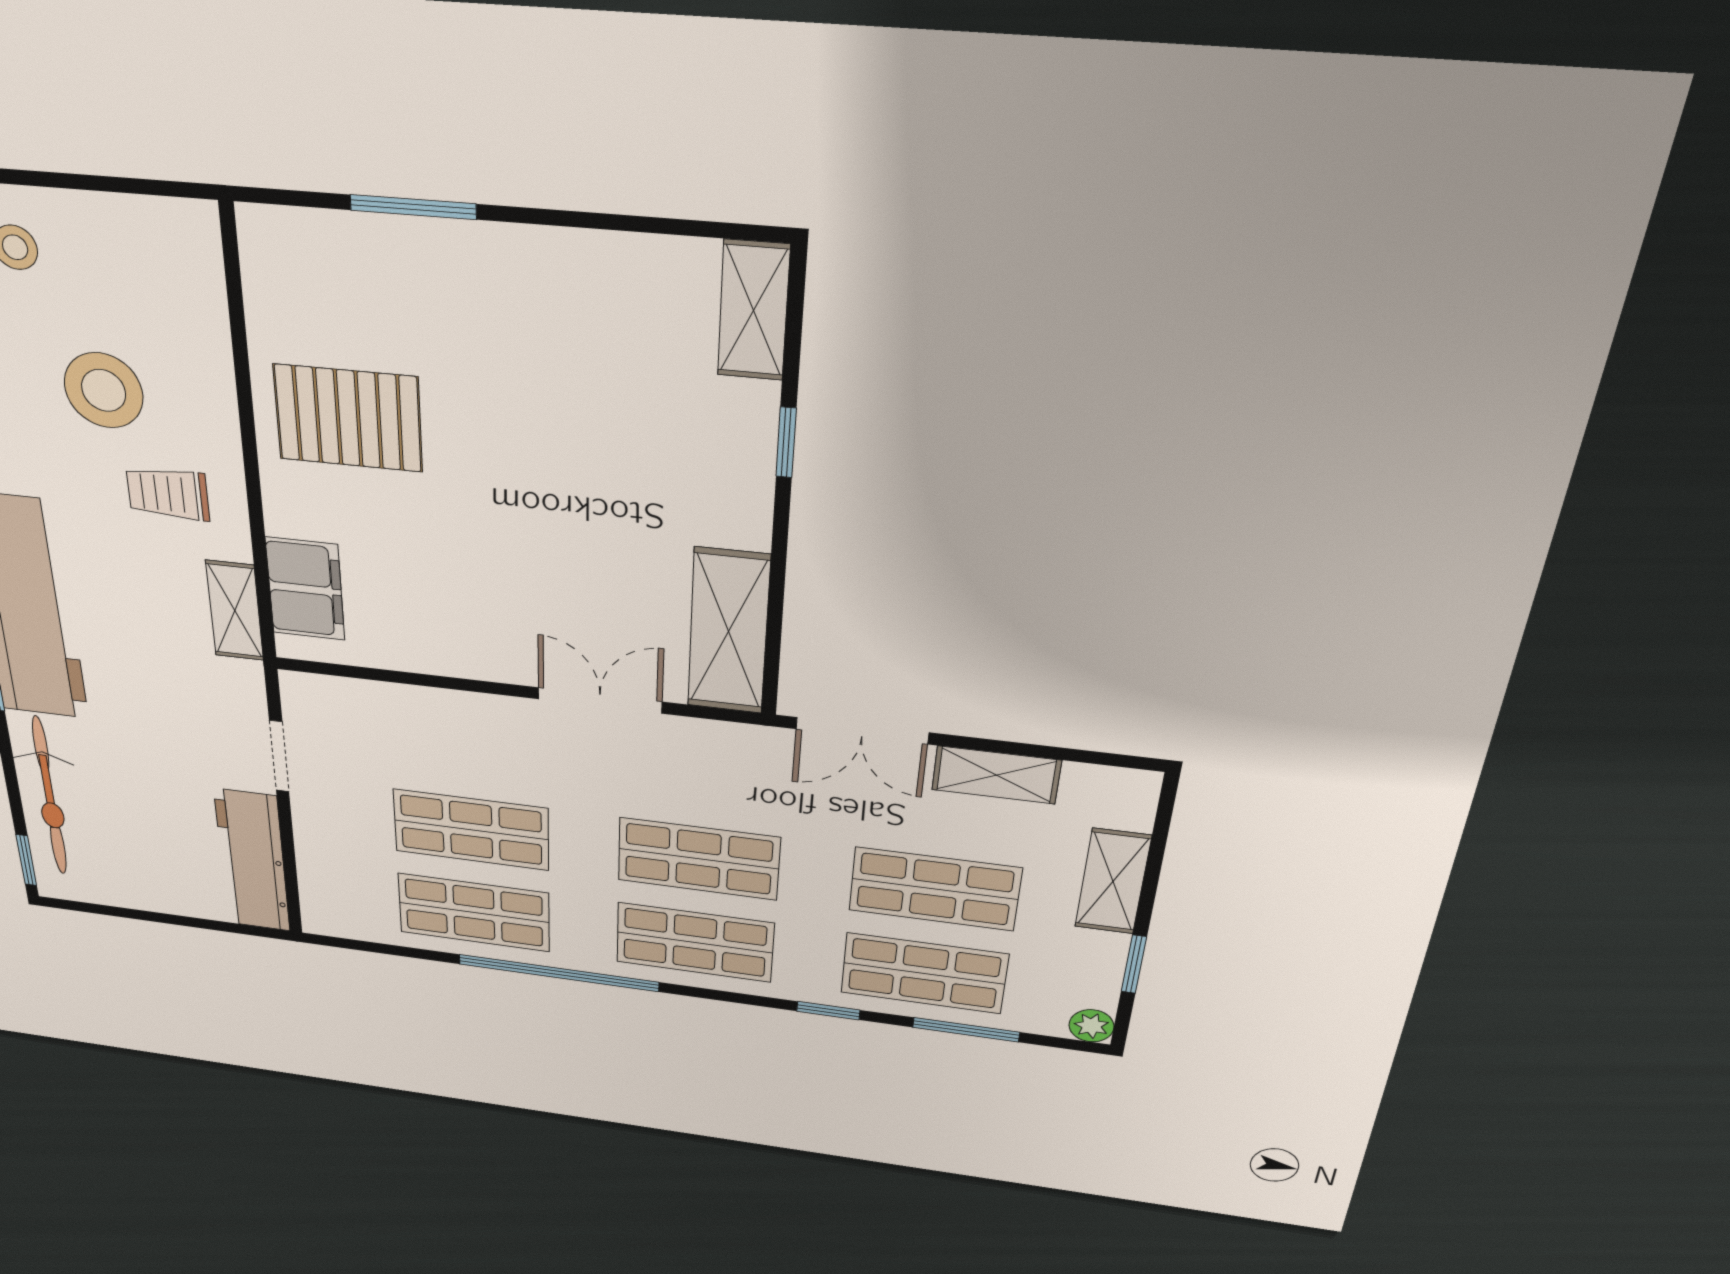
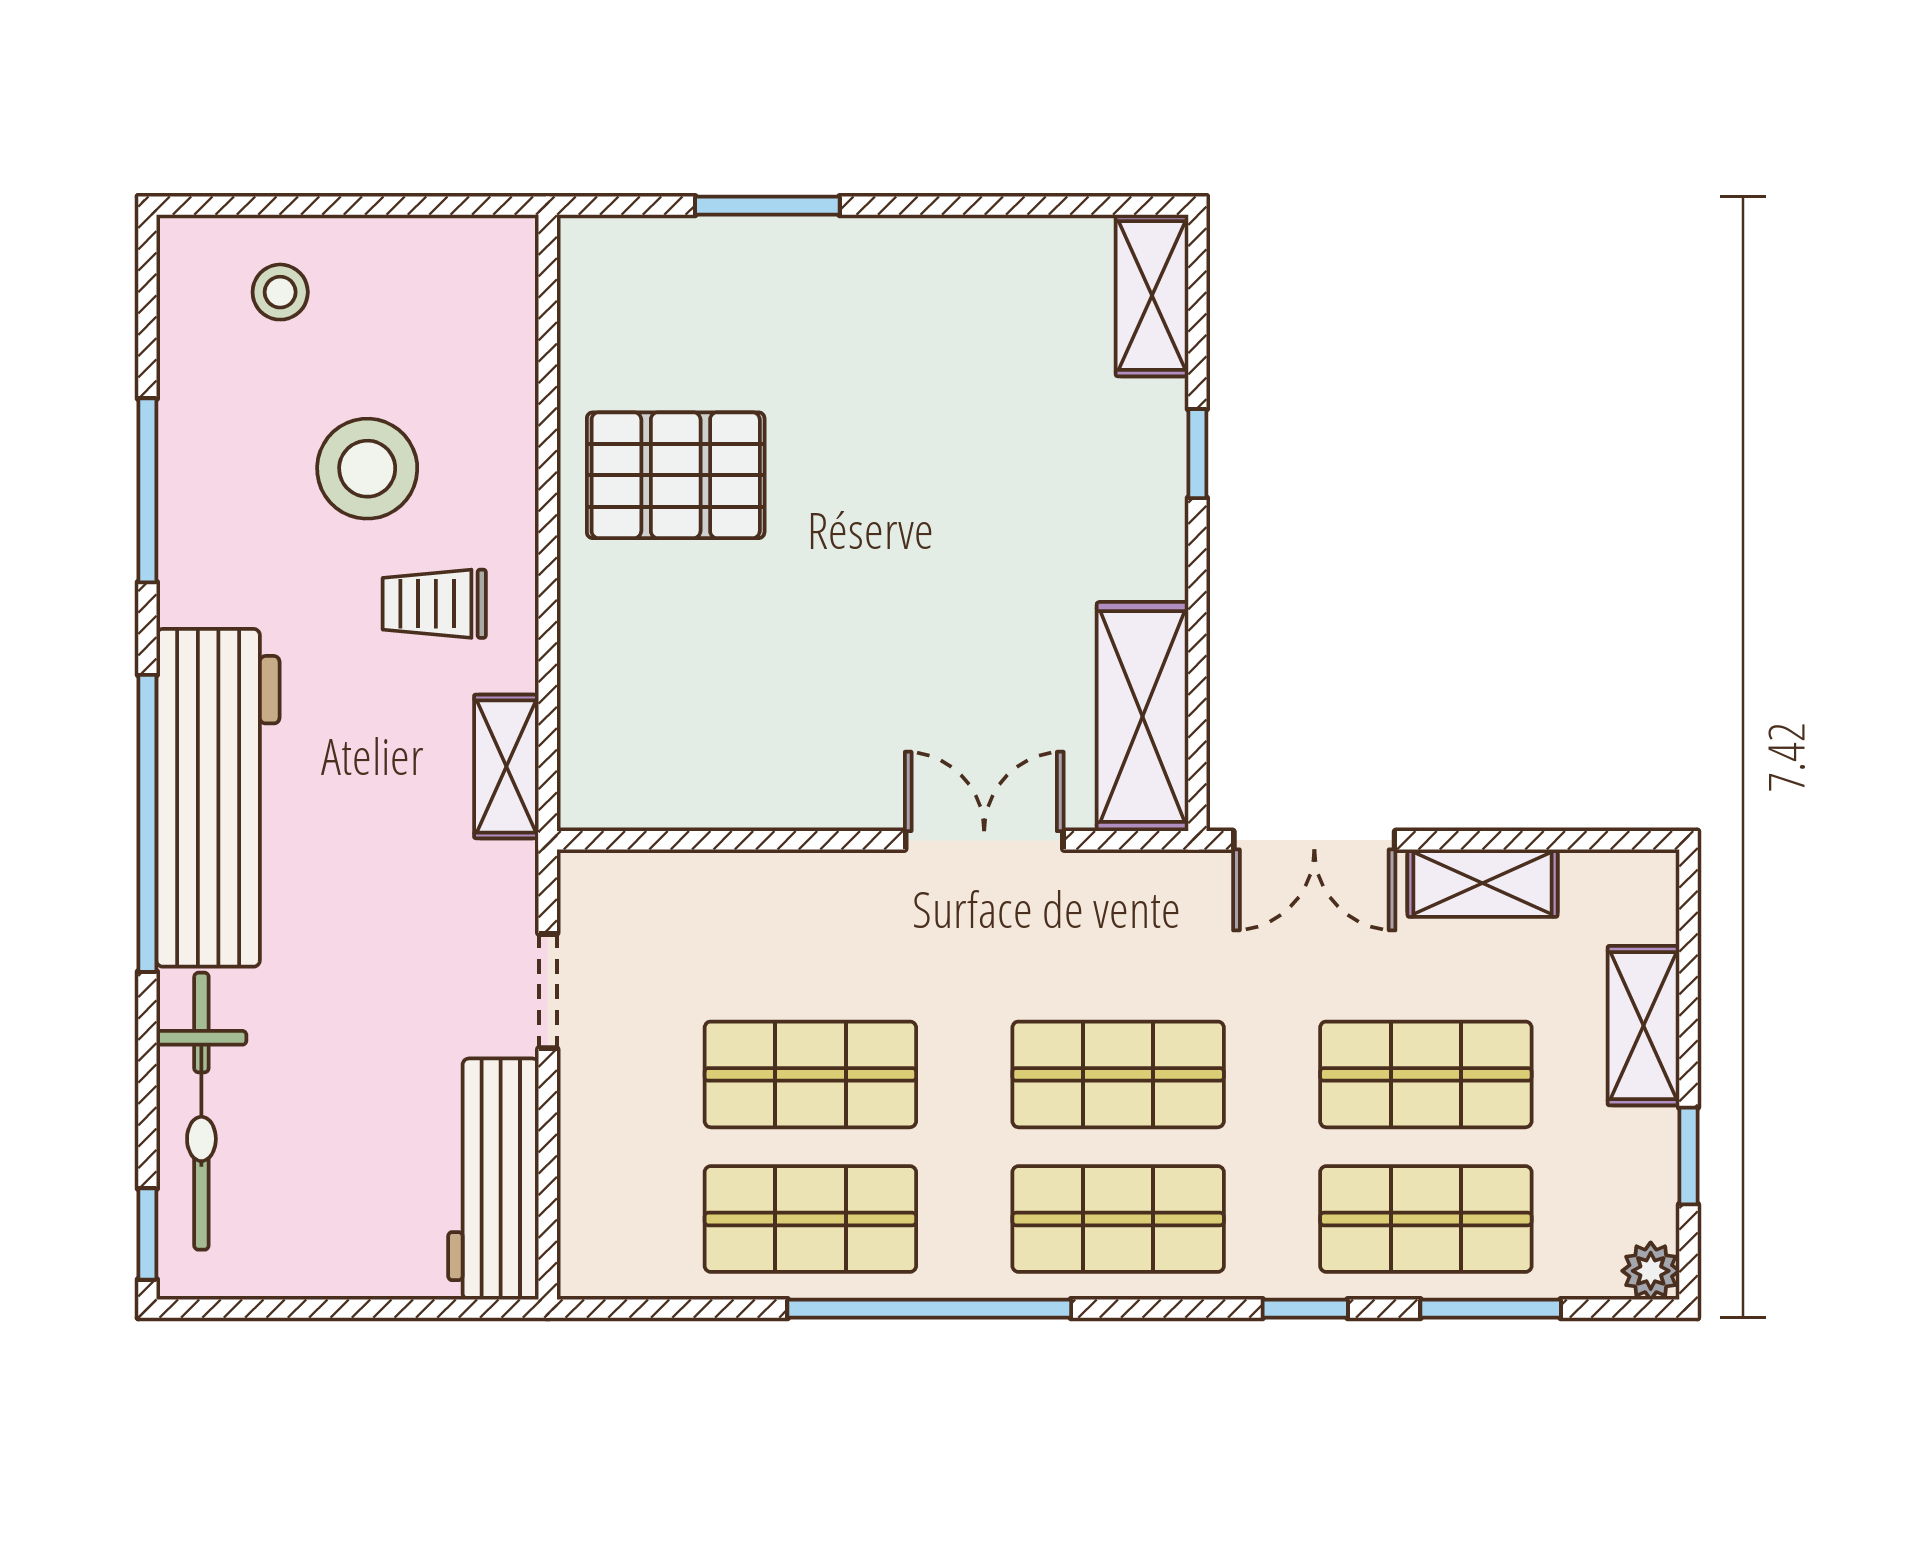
filing cabinet: (305, 589) -> (604, 722), removed

